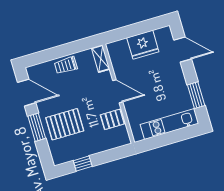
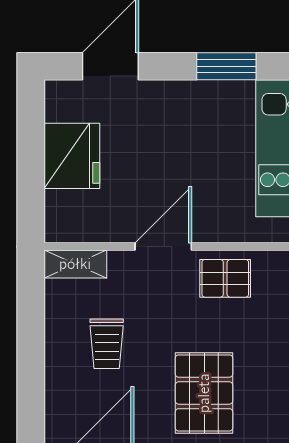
trolley: (66, 65) -> (107, 344), moved
pallet: (112, 119) -> (225, 278), turned 90

